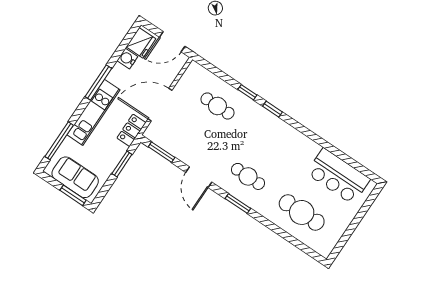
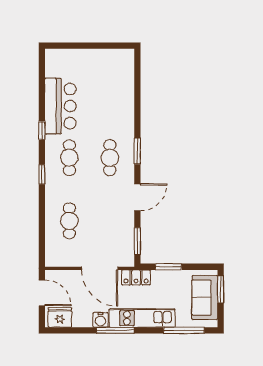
water cooler: (127, 59) -> (100, 320), moved
window: (247, 92) -> (42, 131), moved
bar counter: (338, 176) -> (60, 106), moved
cafe table: (302, 212) -> (69, 158), moved, width x0.73, depth x0.74

